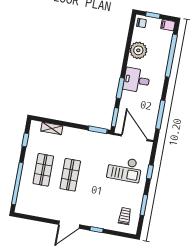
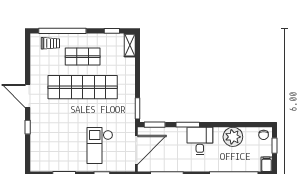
shelving: (52, 128) -> (130, 45), moved
shop shelf: (70, 175) -> (83, 87), width x2.00, depth x1.36
trolley: (125, 216) -> (50, 43), moved

